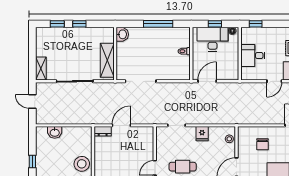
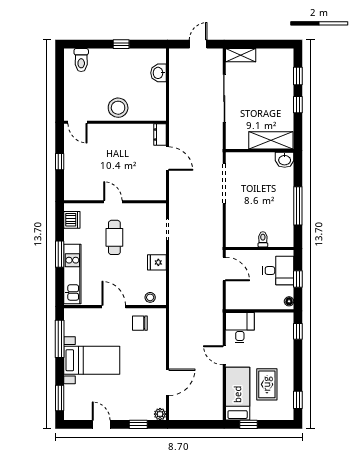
desk: (213, 39) -> (278, 271), width x0.73
desk: (253, 56) -> (240, 328), moved
shelving: (107, 60) -> (271, 140), moved
chair: (263, 144) -> (140, 323), moved

